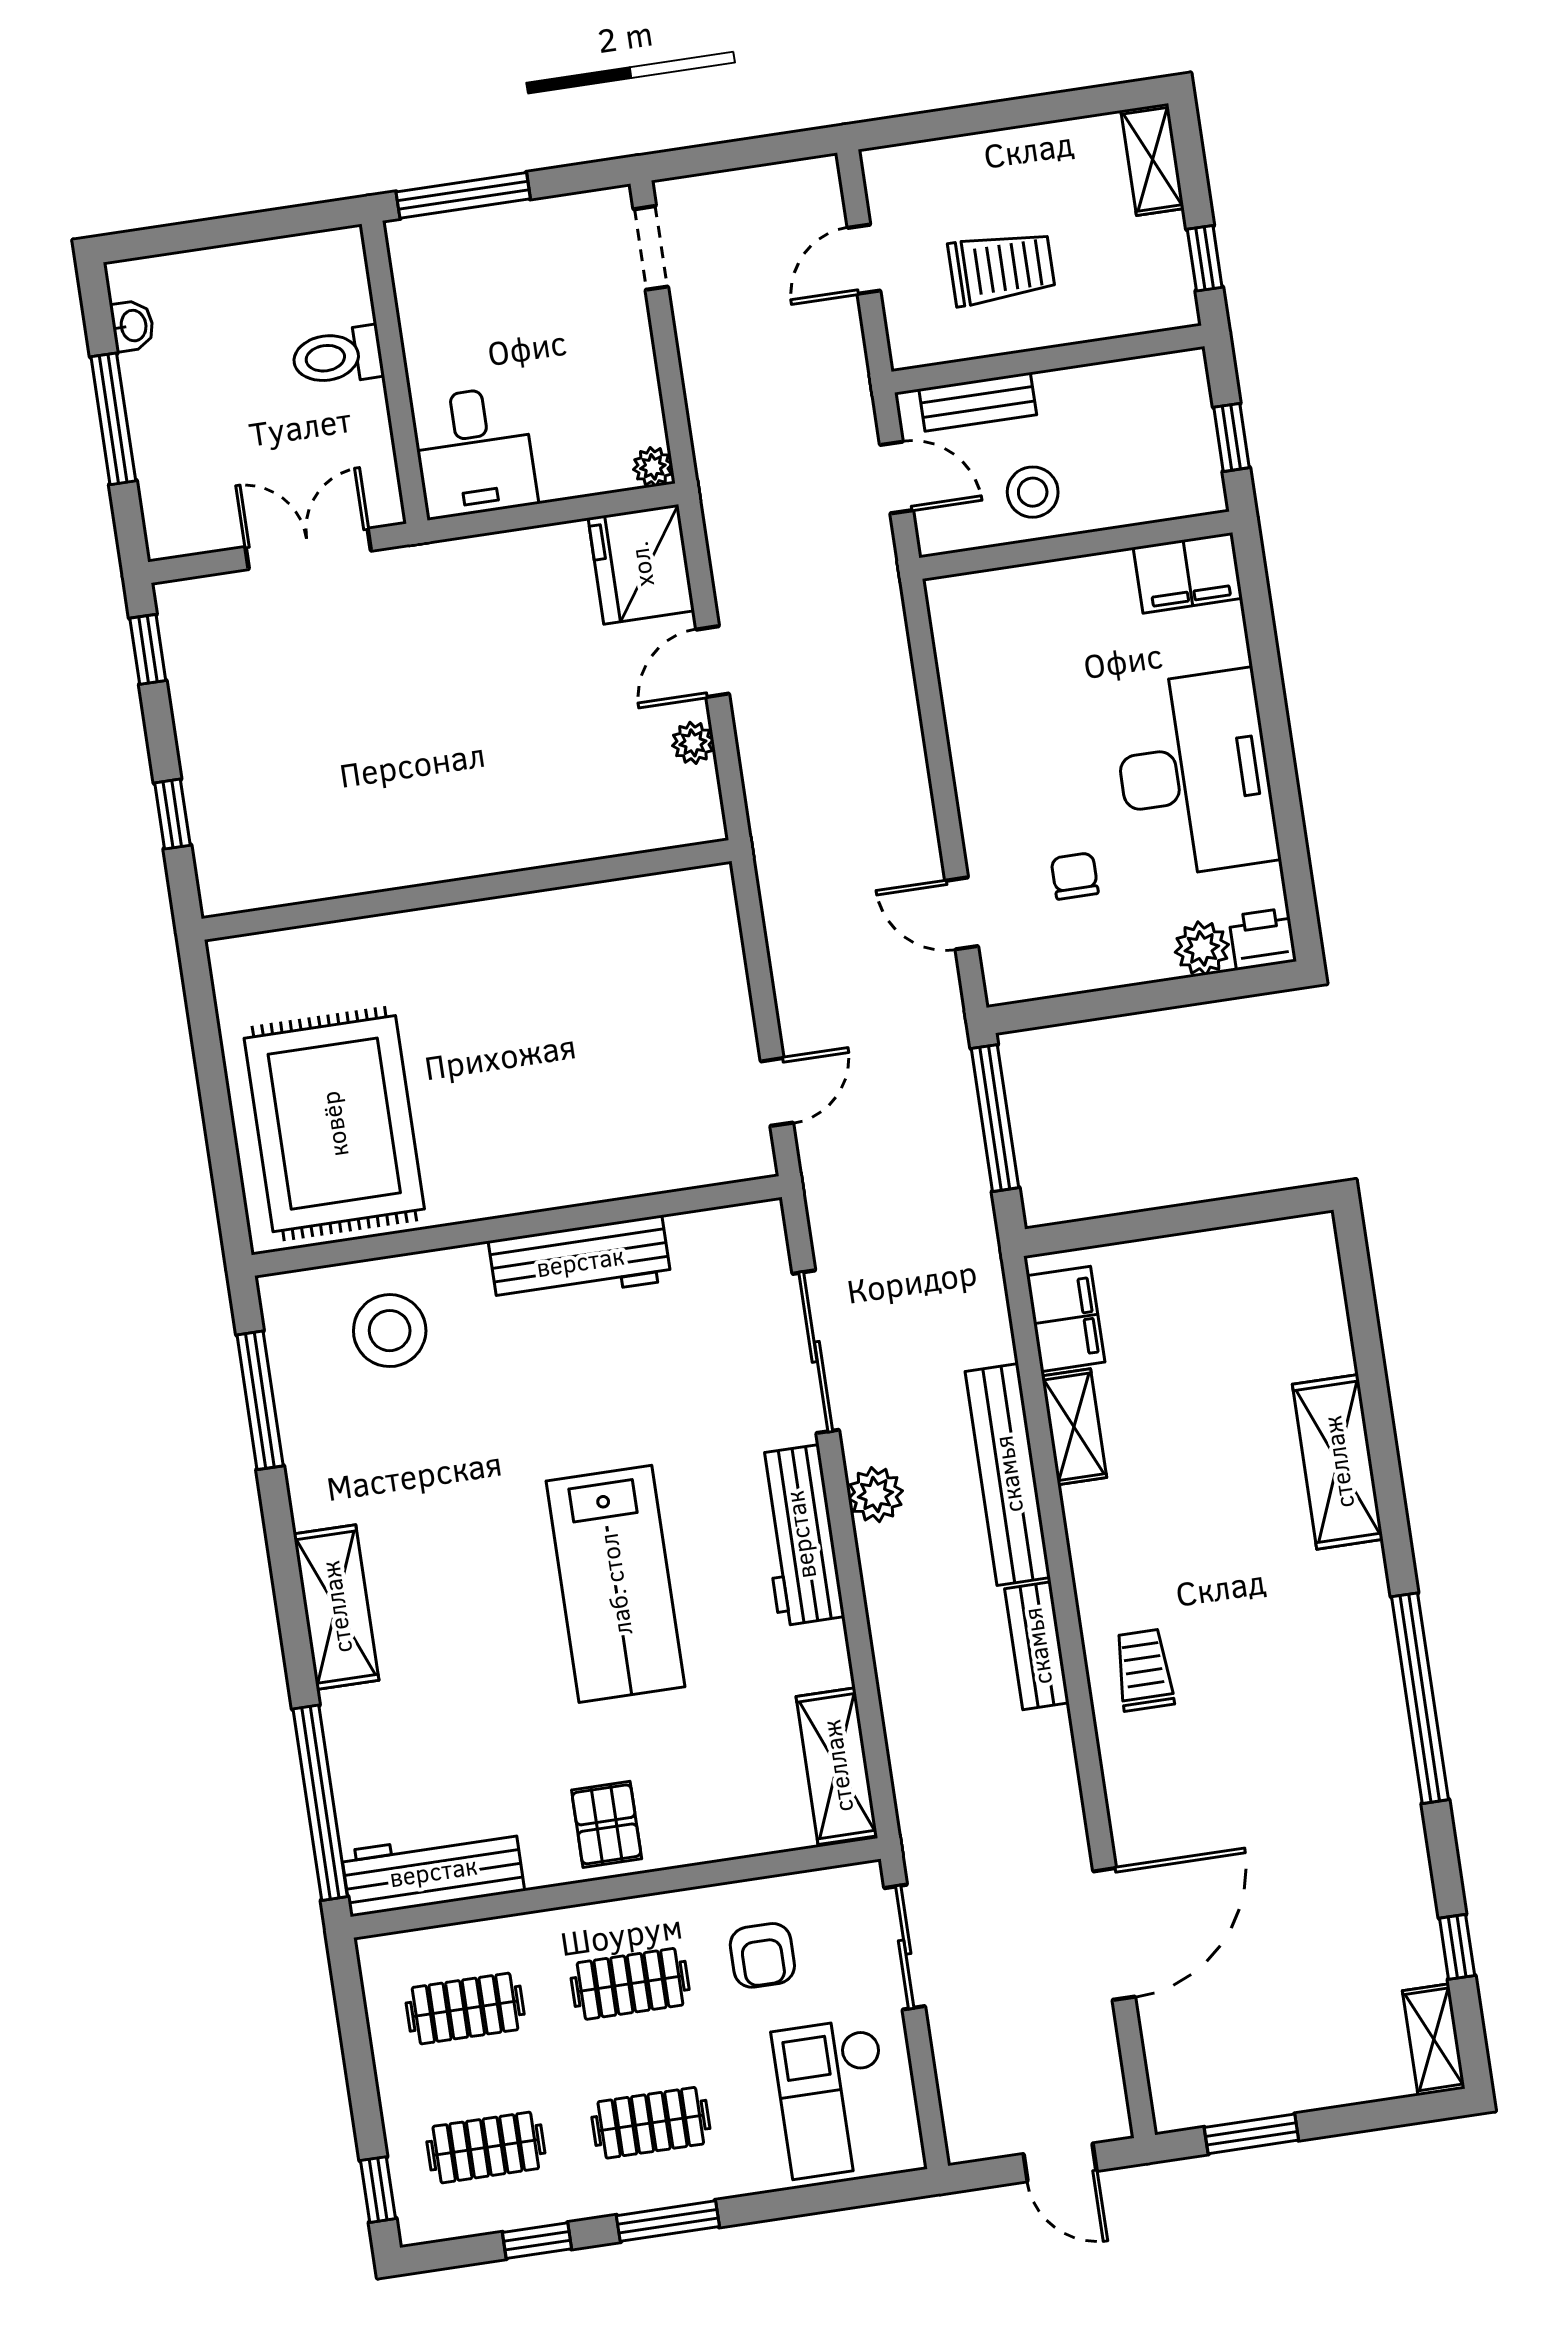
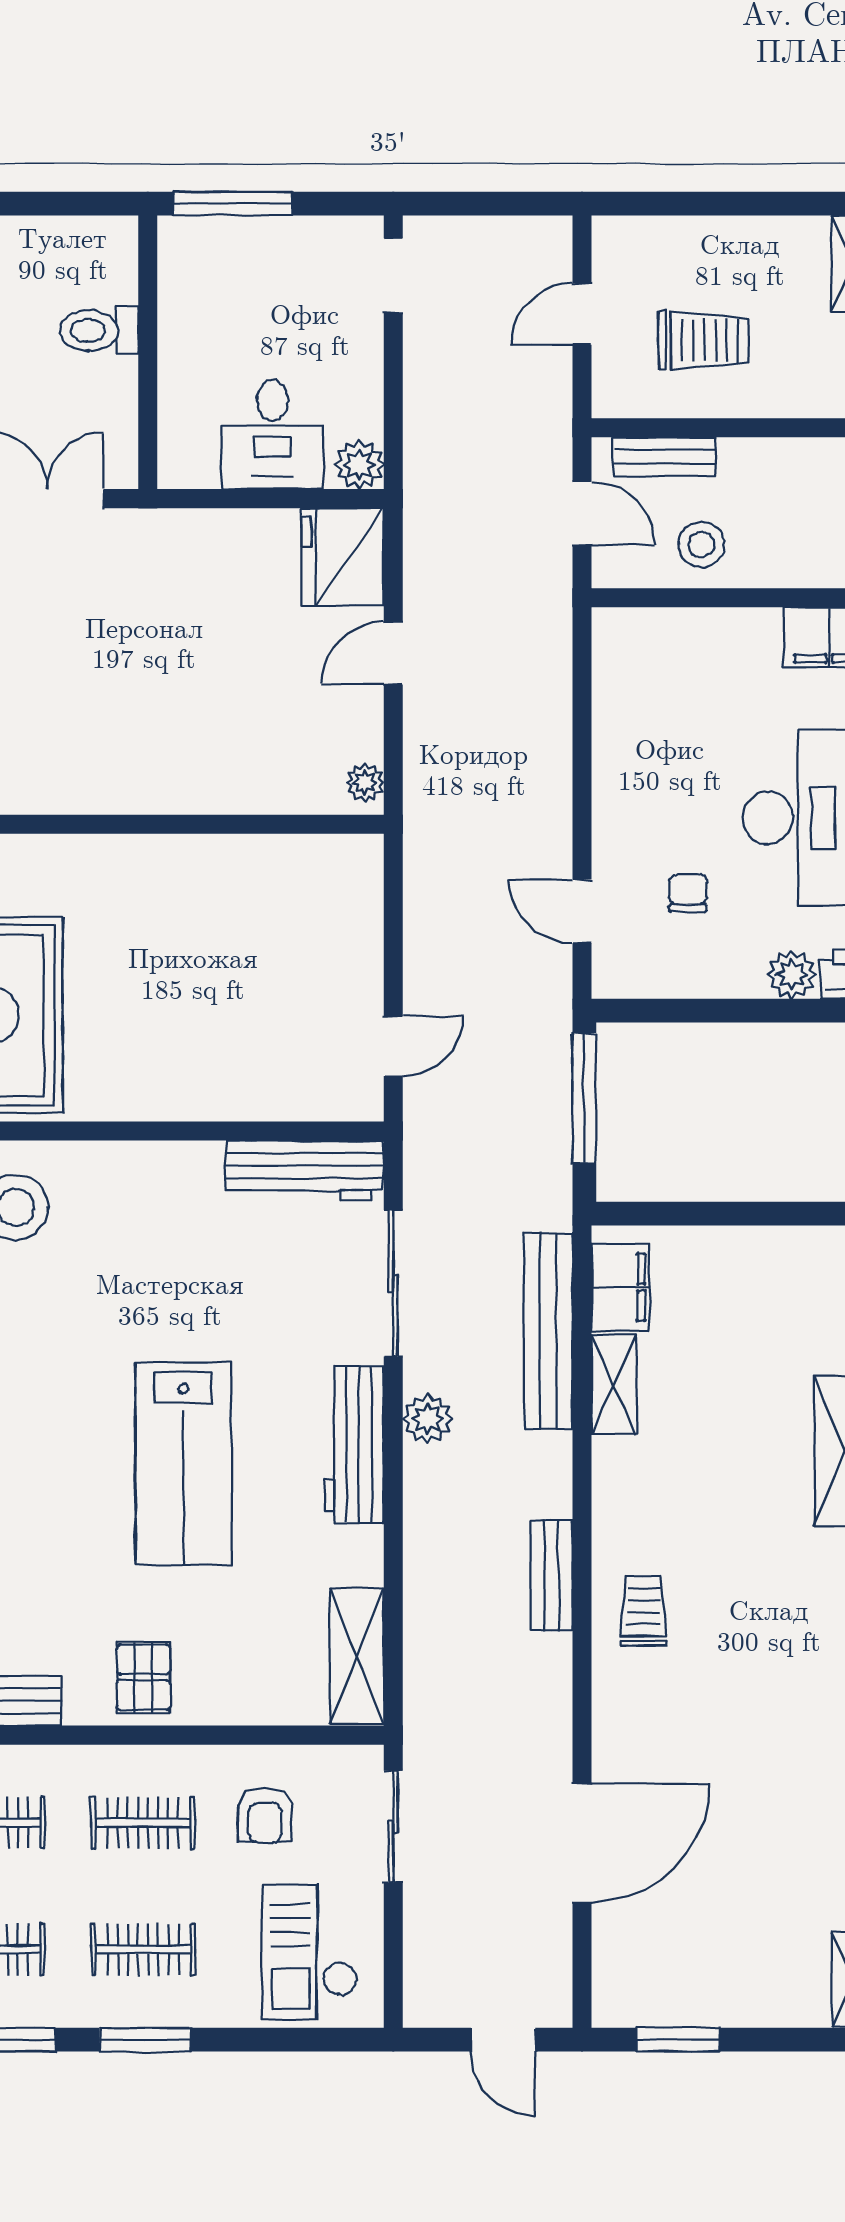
desk: (474, 452) -> (272, 434), moved
plant: (653, 467) -> (359, 465), width x1.38, depth x1.38
plant: (693, 743) -> (365, 782), moved
workbench: (580, 1261) -> (305, 1170), moved
bench: (1008, 1474) -> (548, 1331), moved

